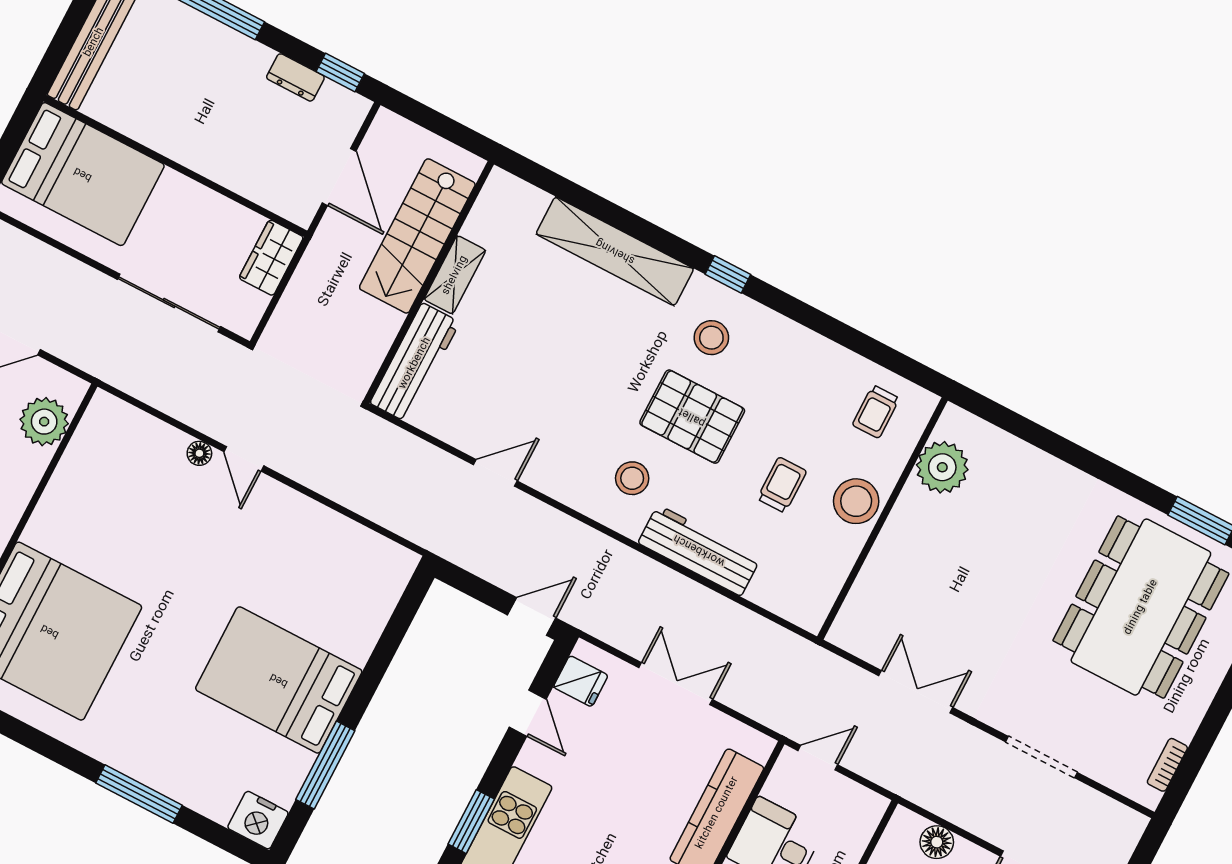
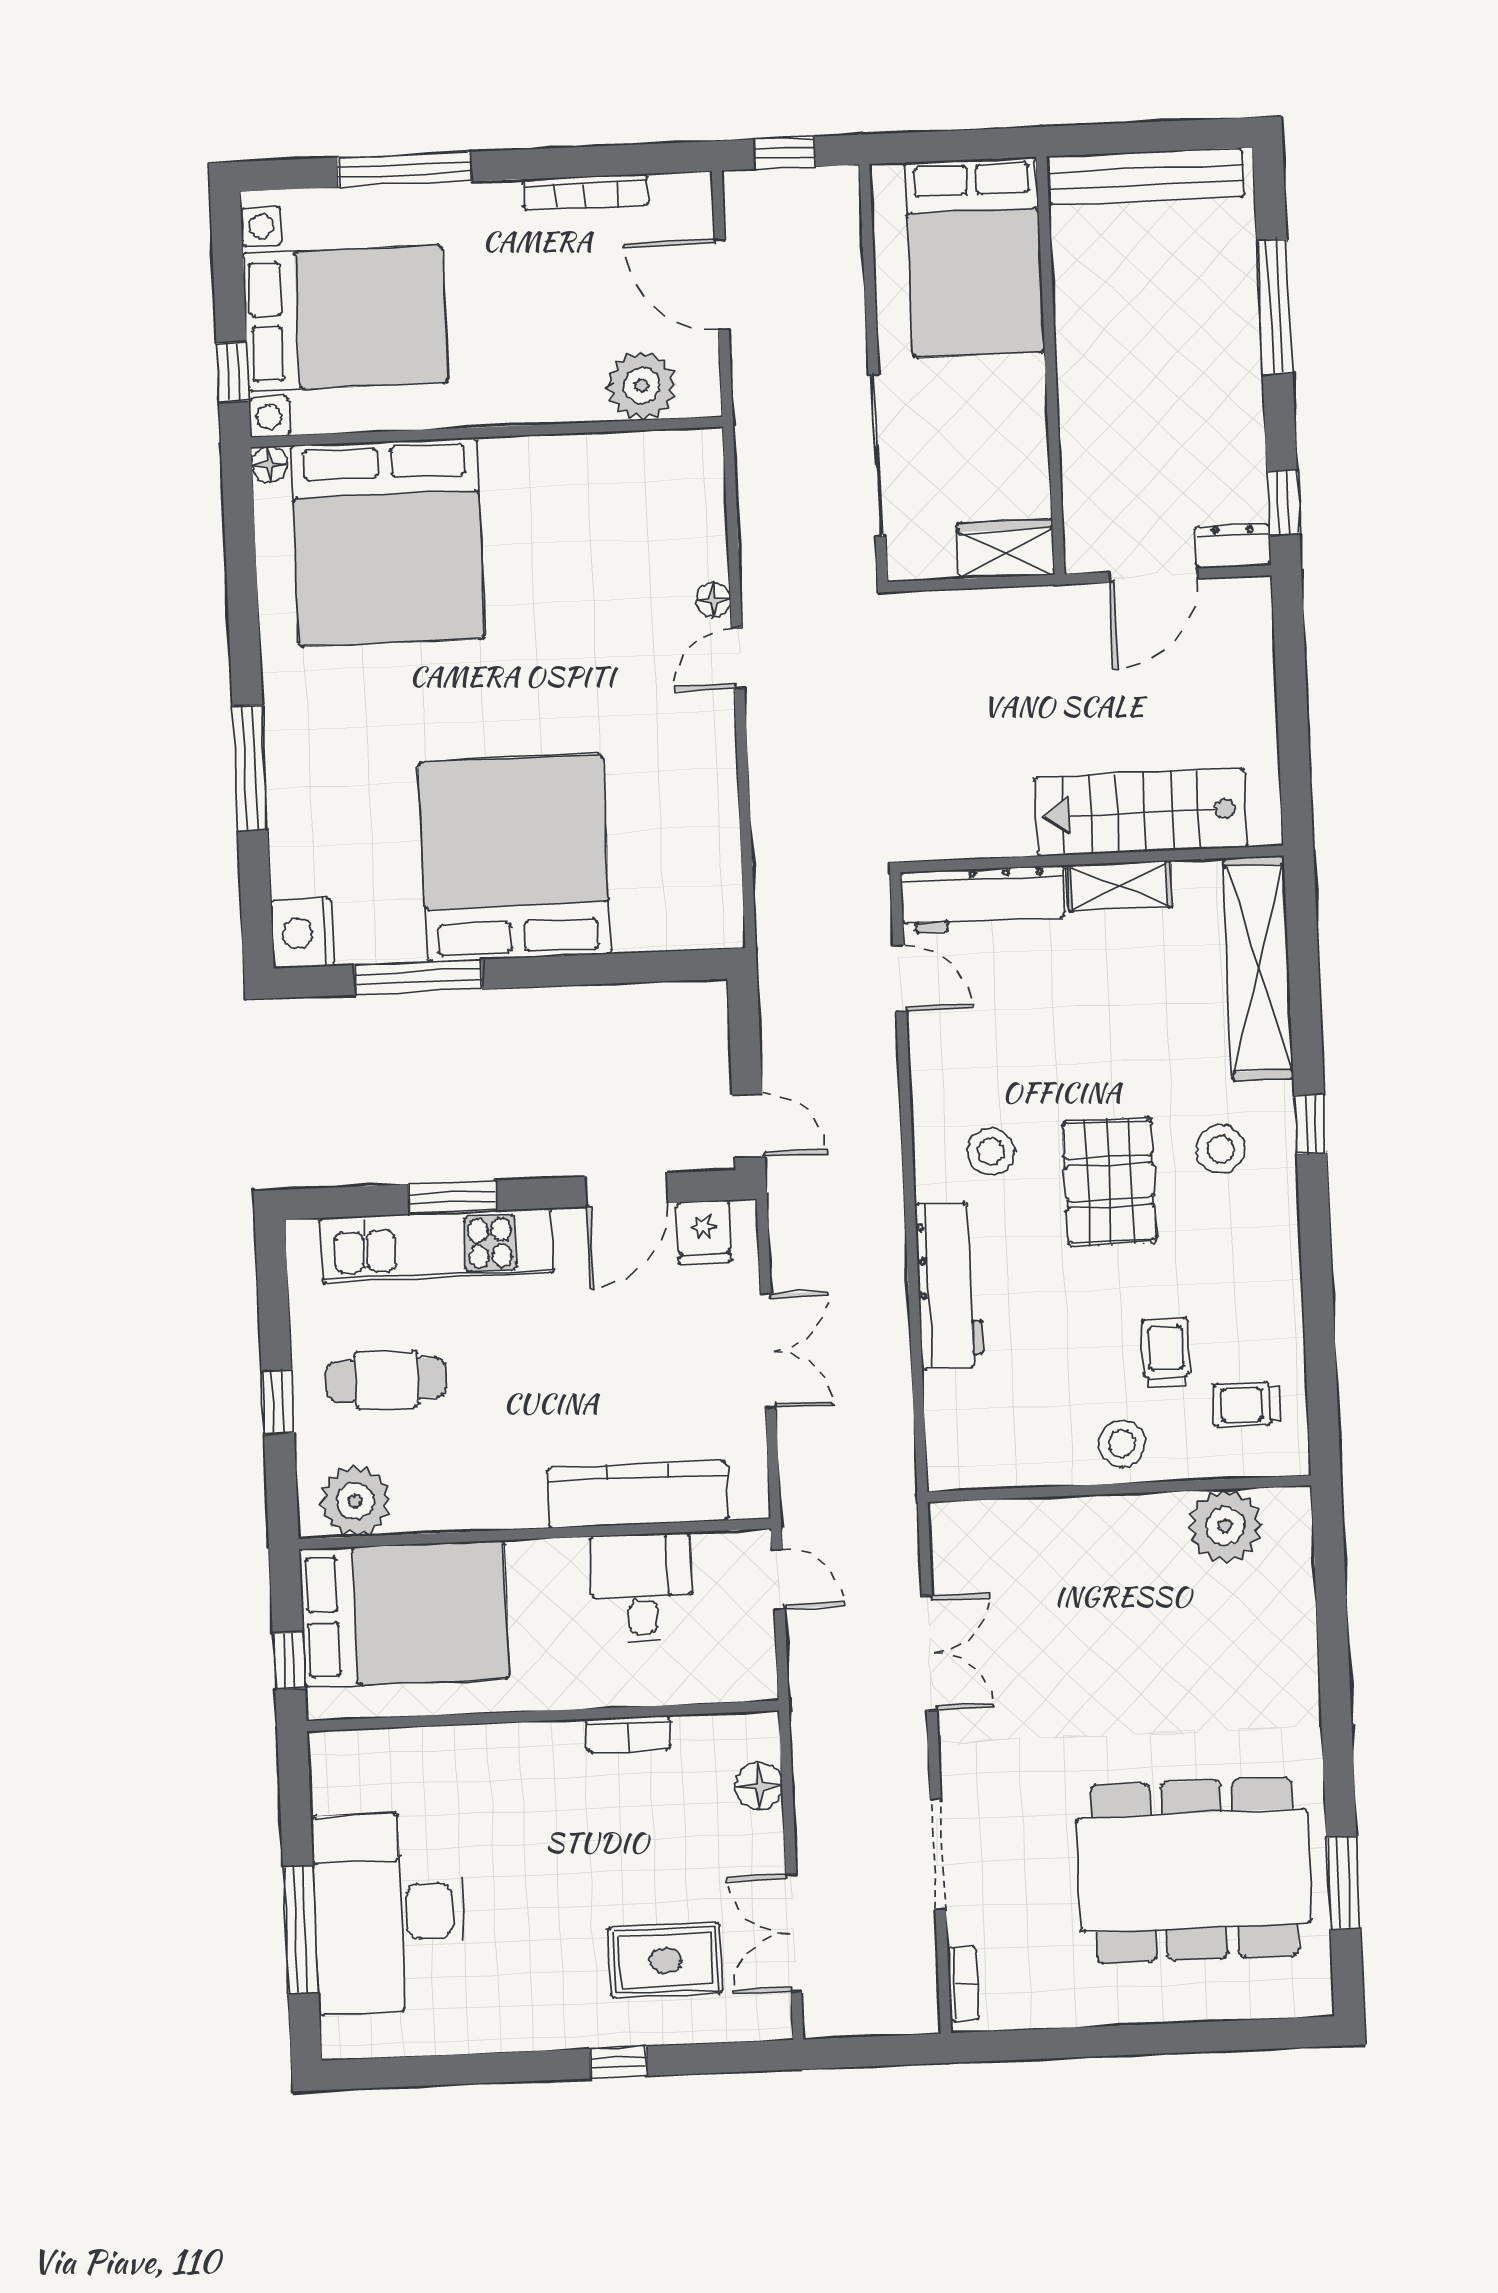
dresser: (295, 77) -> (1233, 546), moved, turned 90
stairs: (417, 236) -> (1141, 812), moved
shelving: (455, 275) -> (1120, 886), moved
wall: (429, 282) -> (1092, 859), moved
workbench: (415, 363) -> (983, 899), moved
trolley: (782, 485) -> (1166, 1352), moved, turned -90
stool: (856, 501) -> (1122, 1444), width x0.73, depth x0.73
bed: (279, 680) -> (515, 858), width x1.36
door: (528, 713) -> (627, 1190), width x1.37
bookcase: (1167, 765) -> (963, 1984), moved, turned 90

